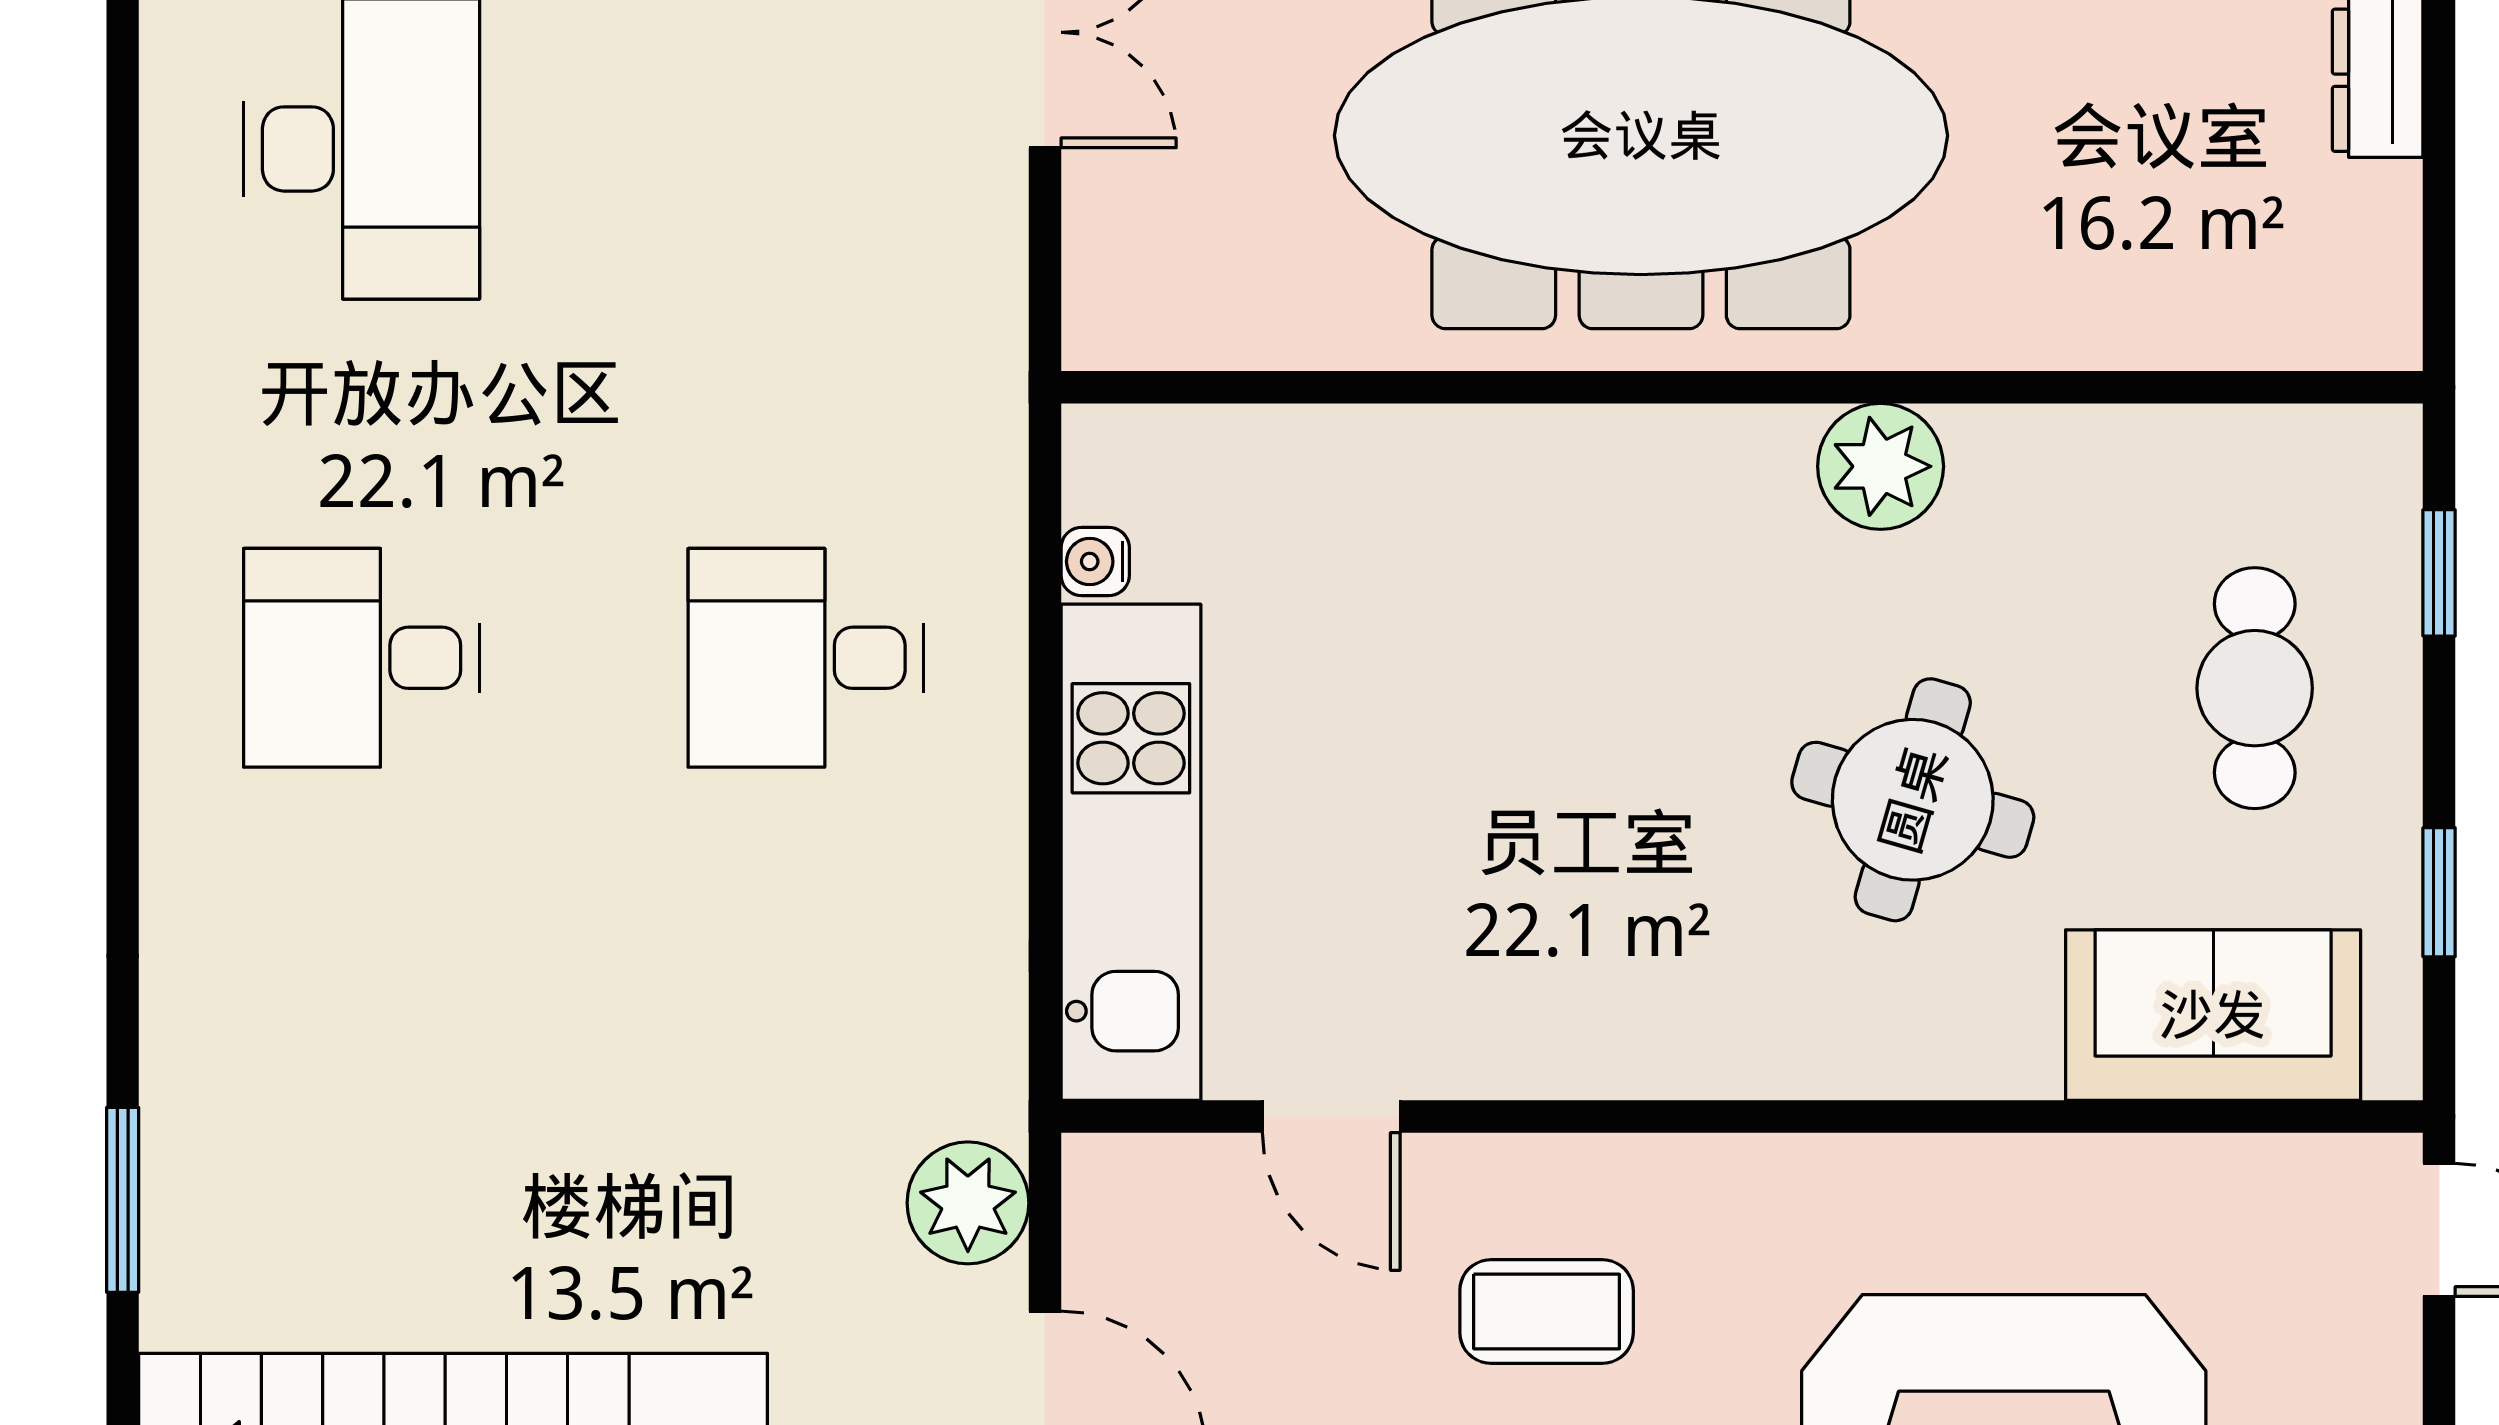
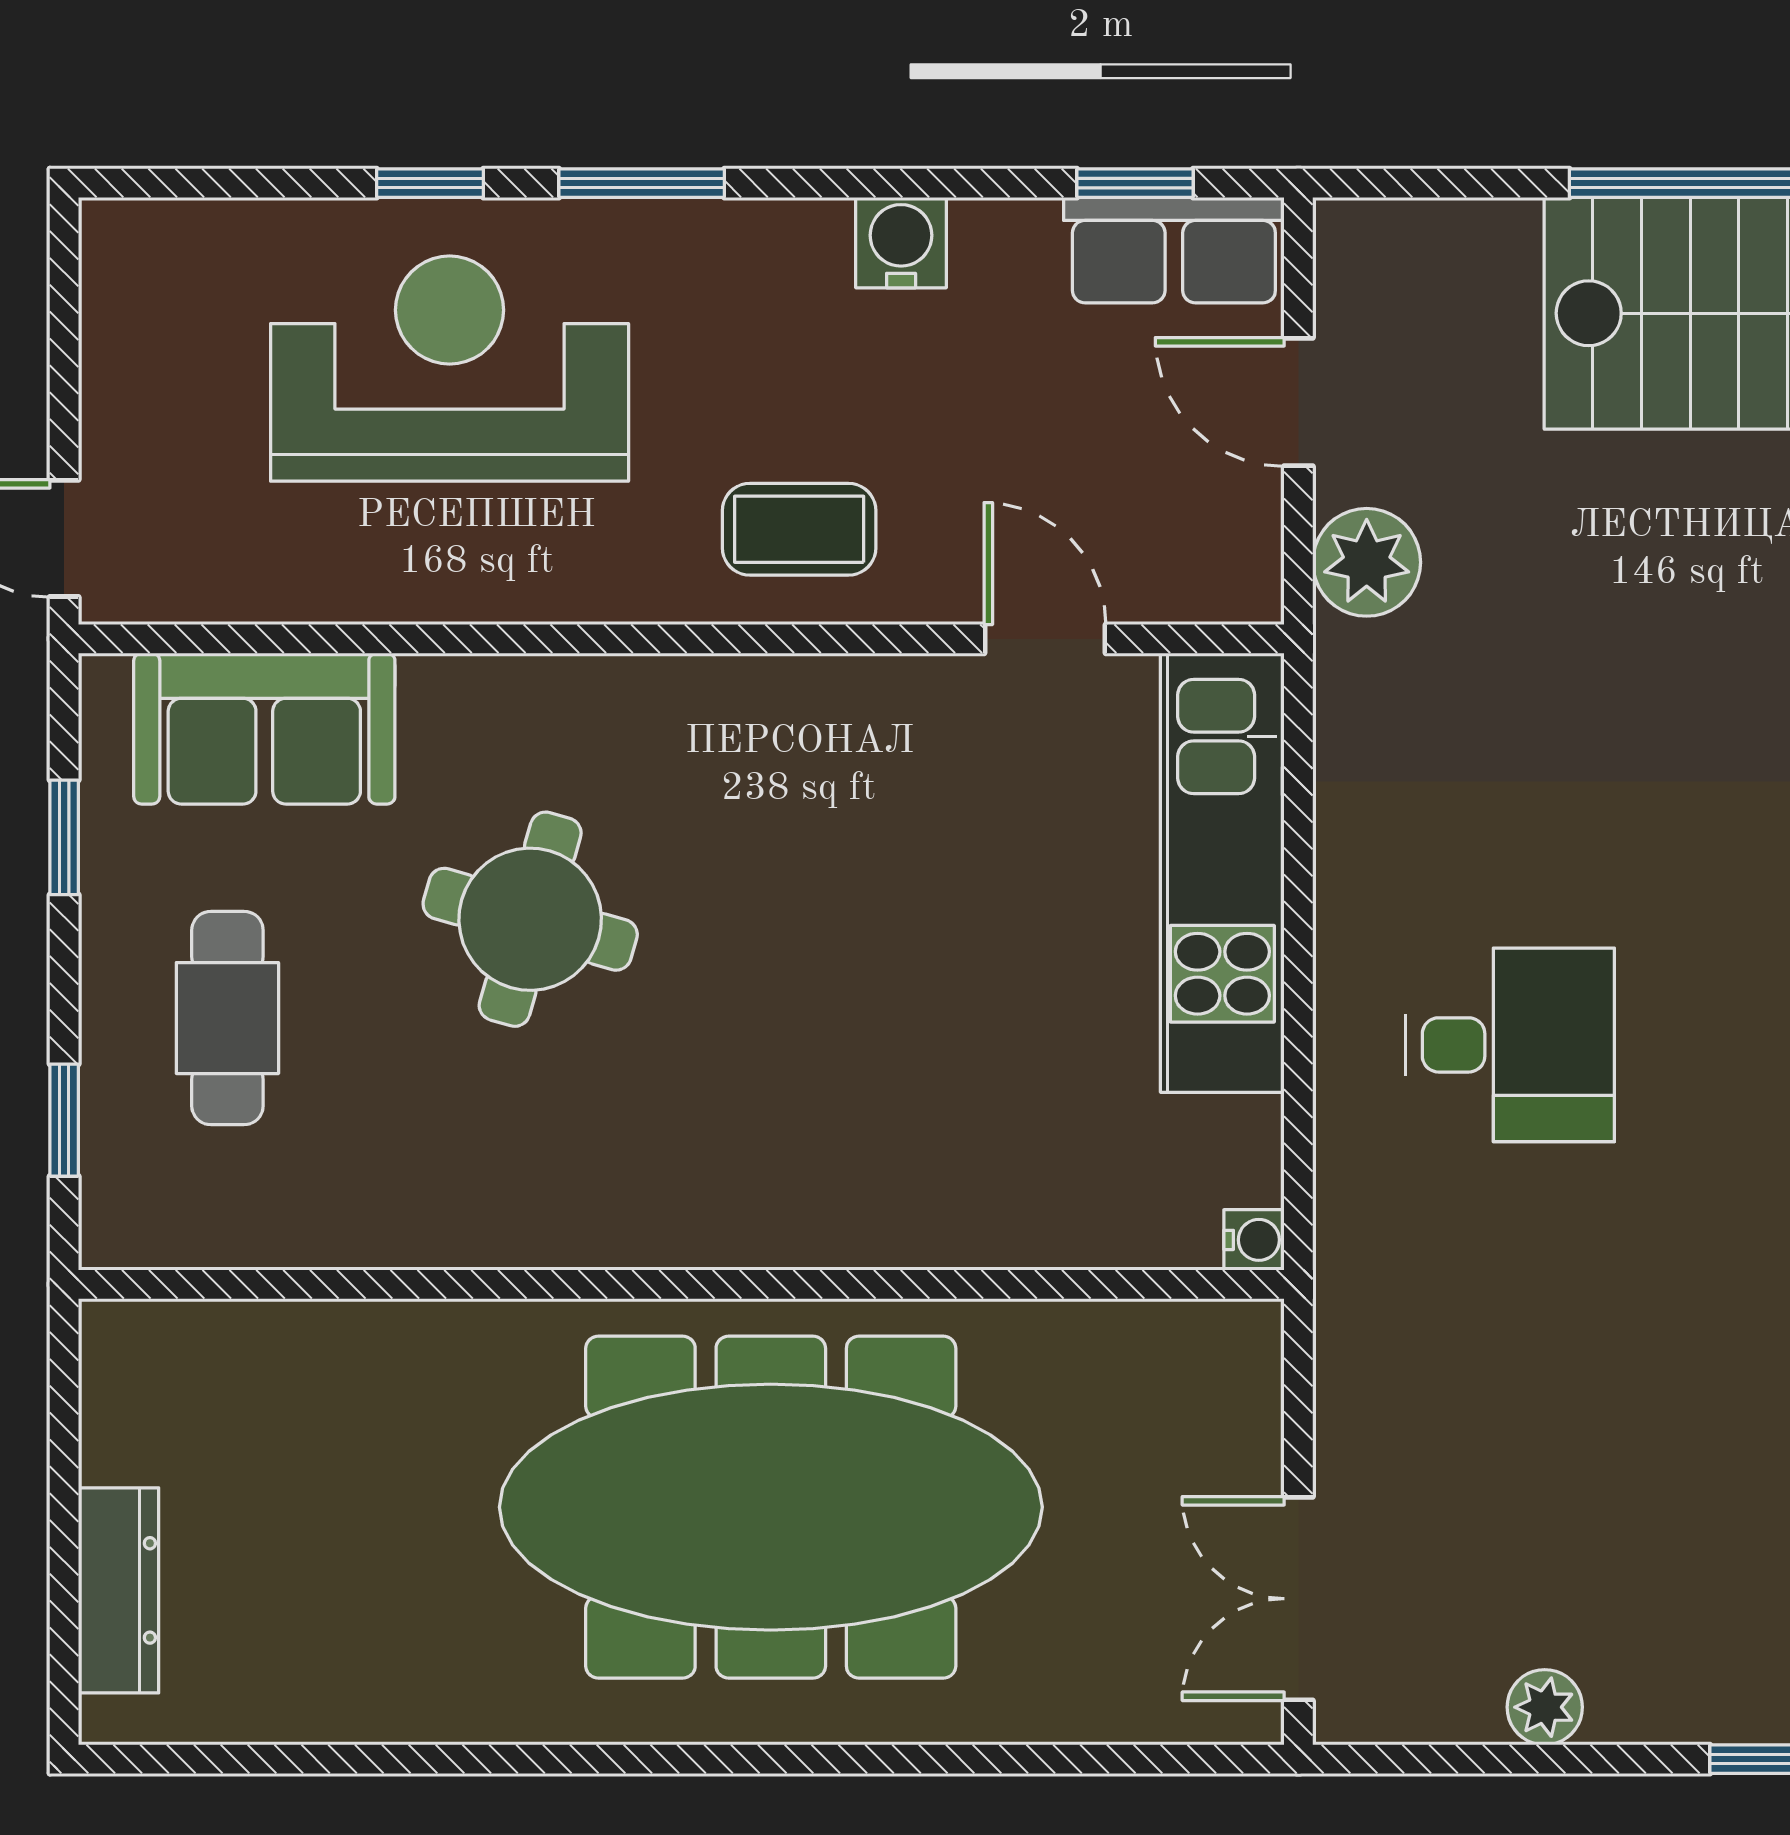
plant: (1881, 466) -> (559, 1214), removed
water cooler: (1095, 562) -> (1254, 1240), moved
coffee table: (1547, 1311) -> (799, 529), moved

